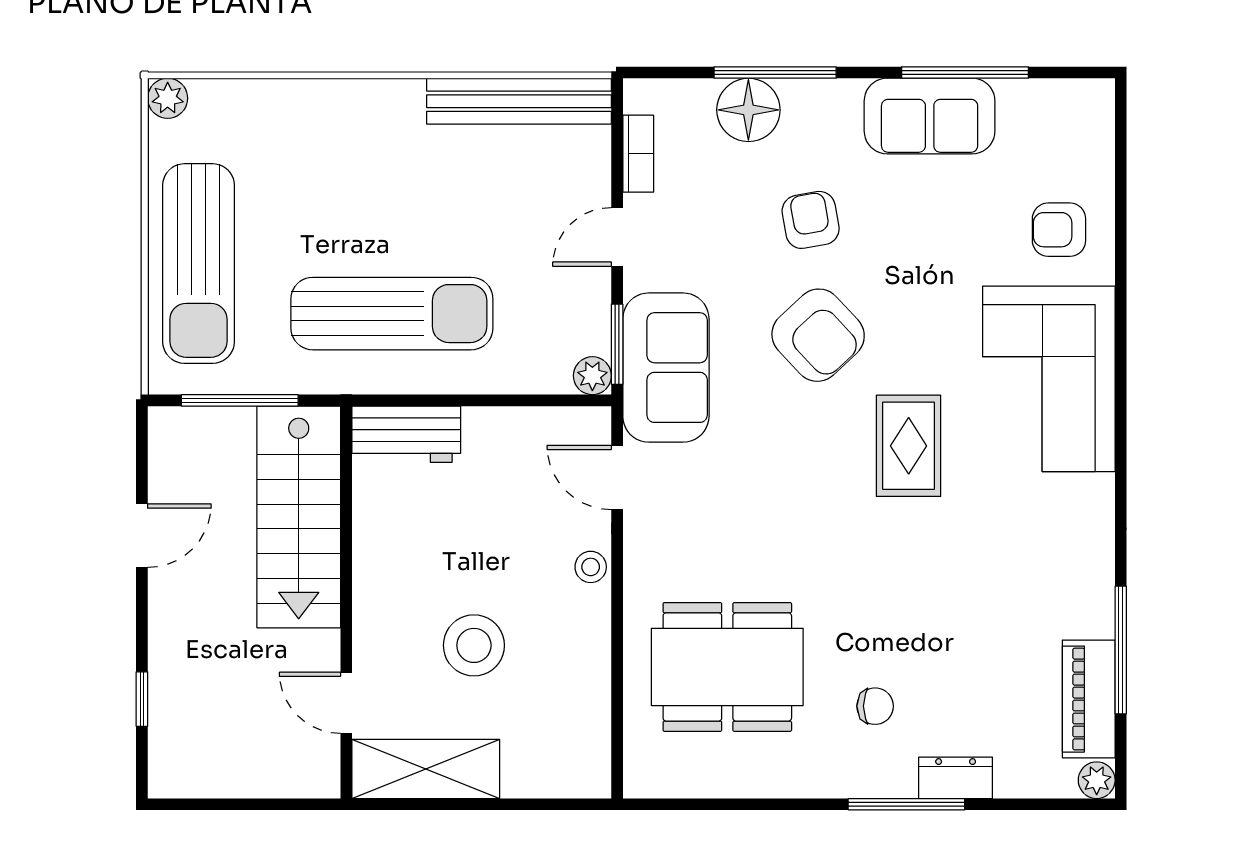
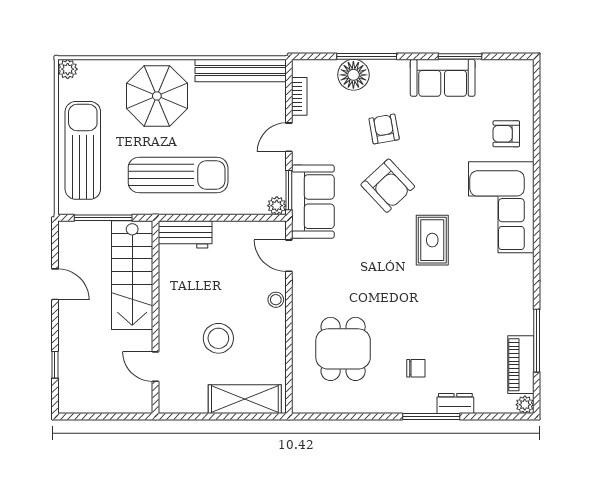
window: (965, 73) -> (460, 56), width x0.69
parasol: (349, 153) -> (157, 96), added
sun lounger: (199, 264) -> (83, 150), turned 180
door: (142, 536) -> (55, 284), hinge flipped
dining table: (727, 667) -> (343, 349), width x0.73
shelving: (426, 769) -> (245, 399), moved

